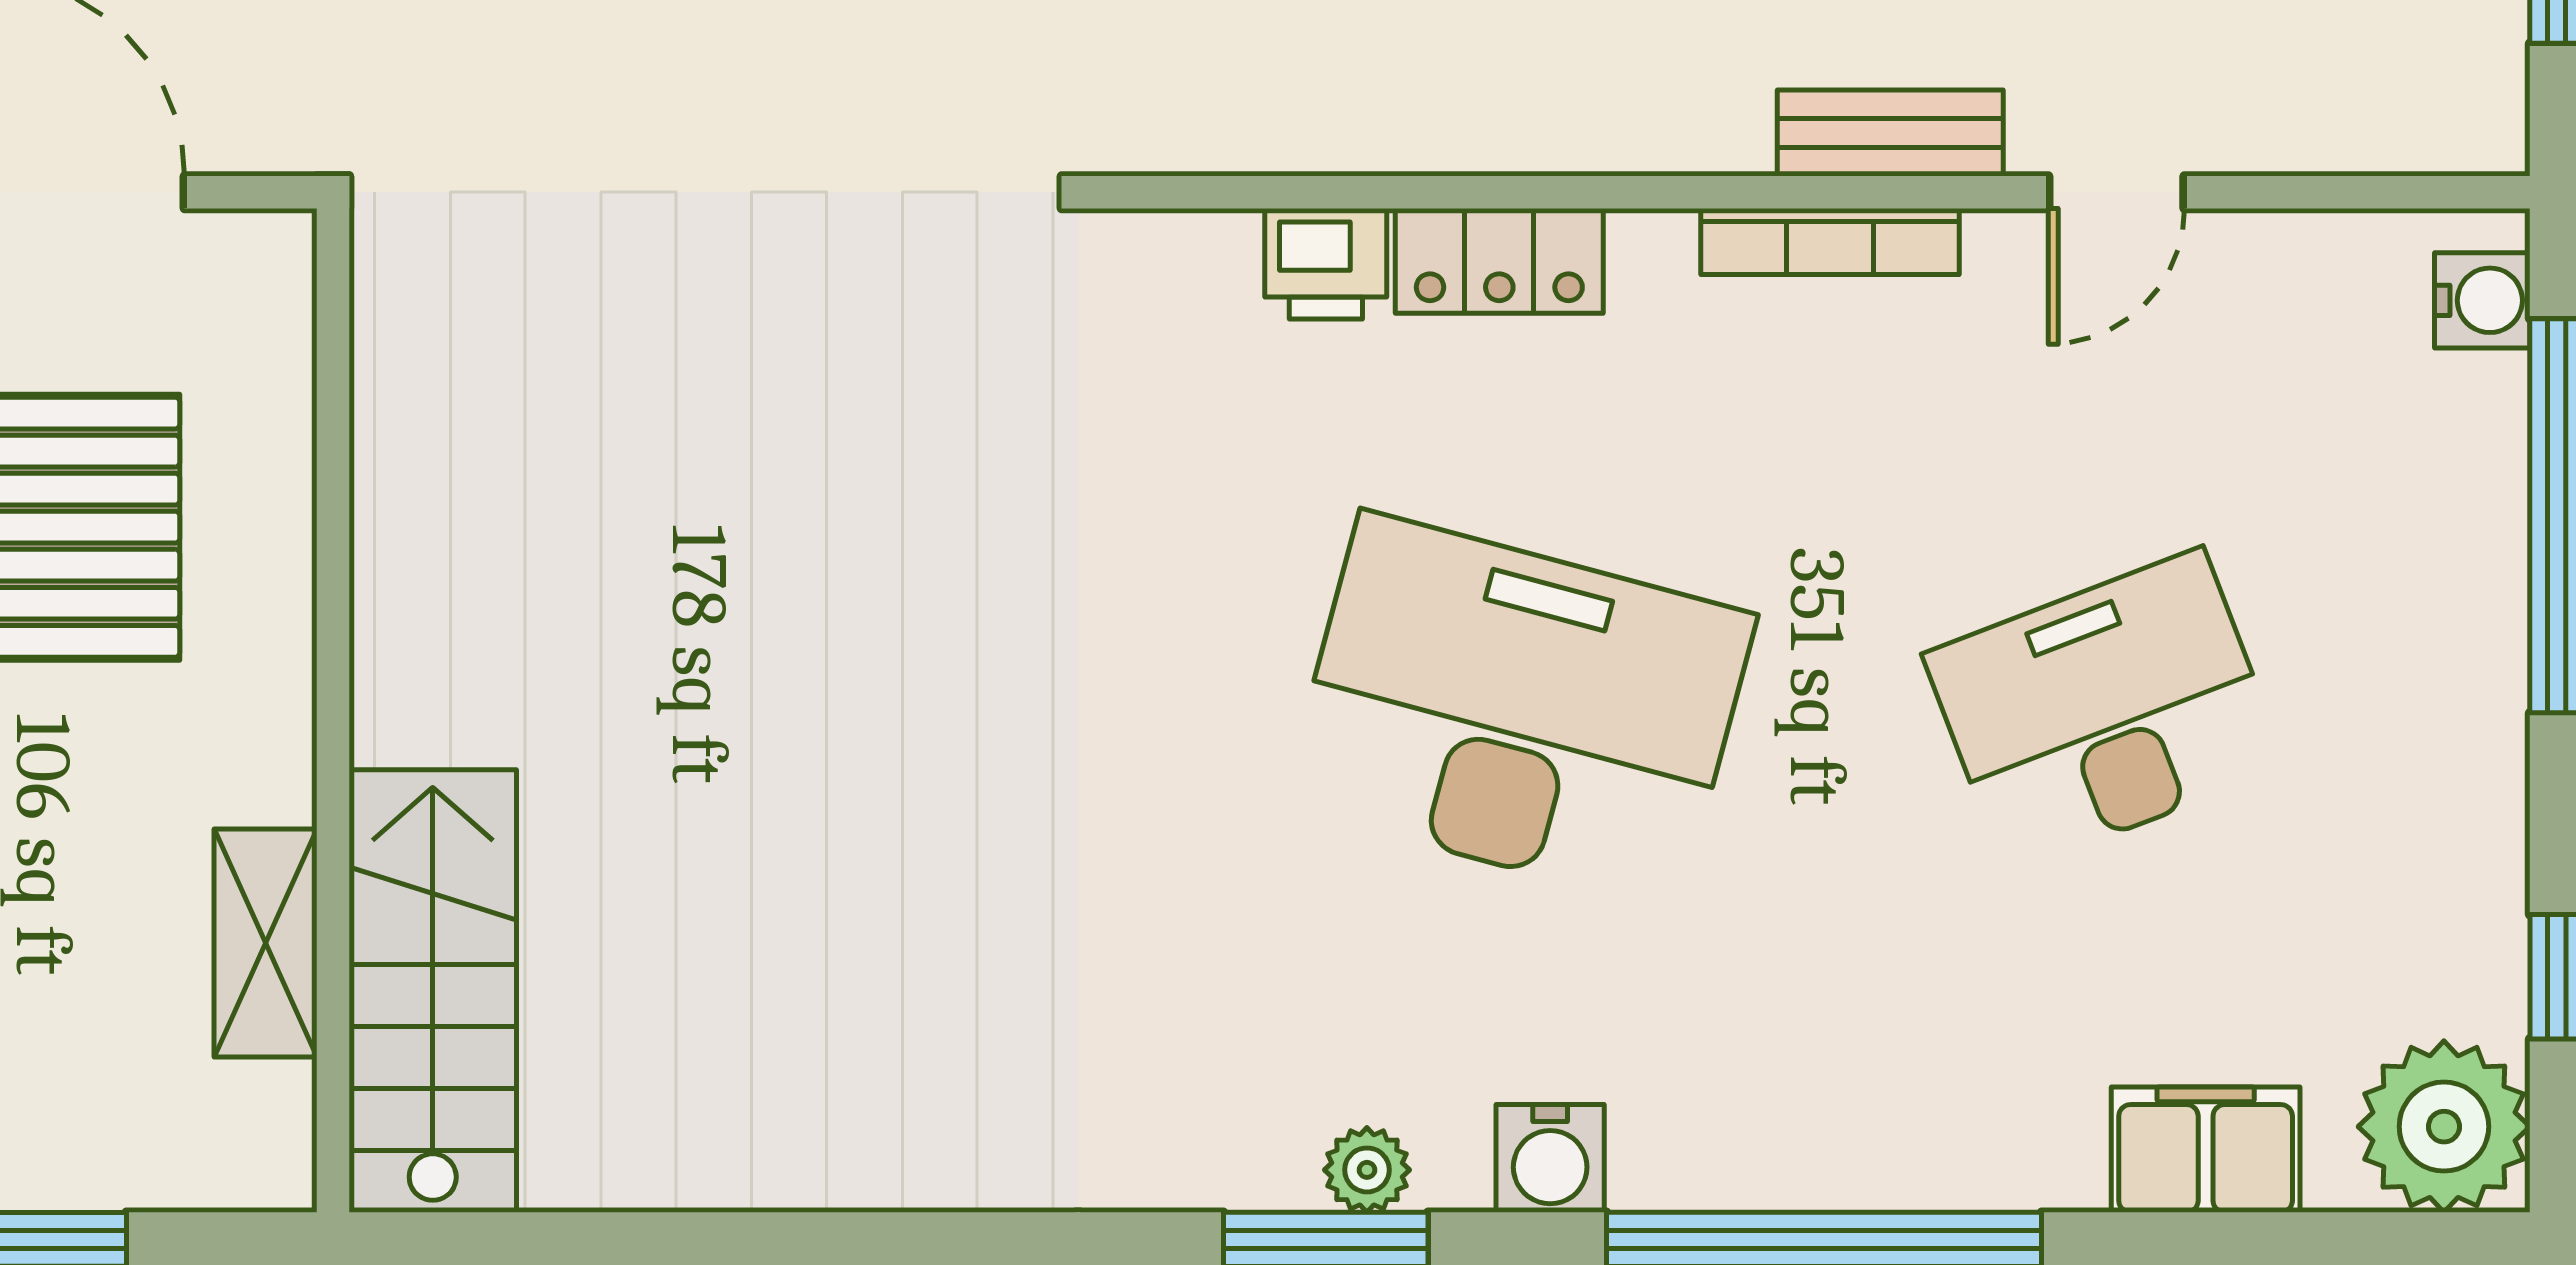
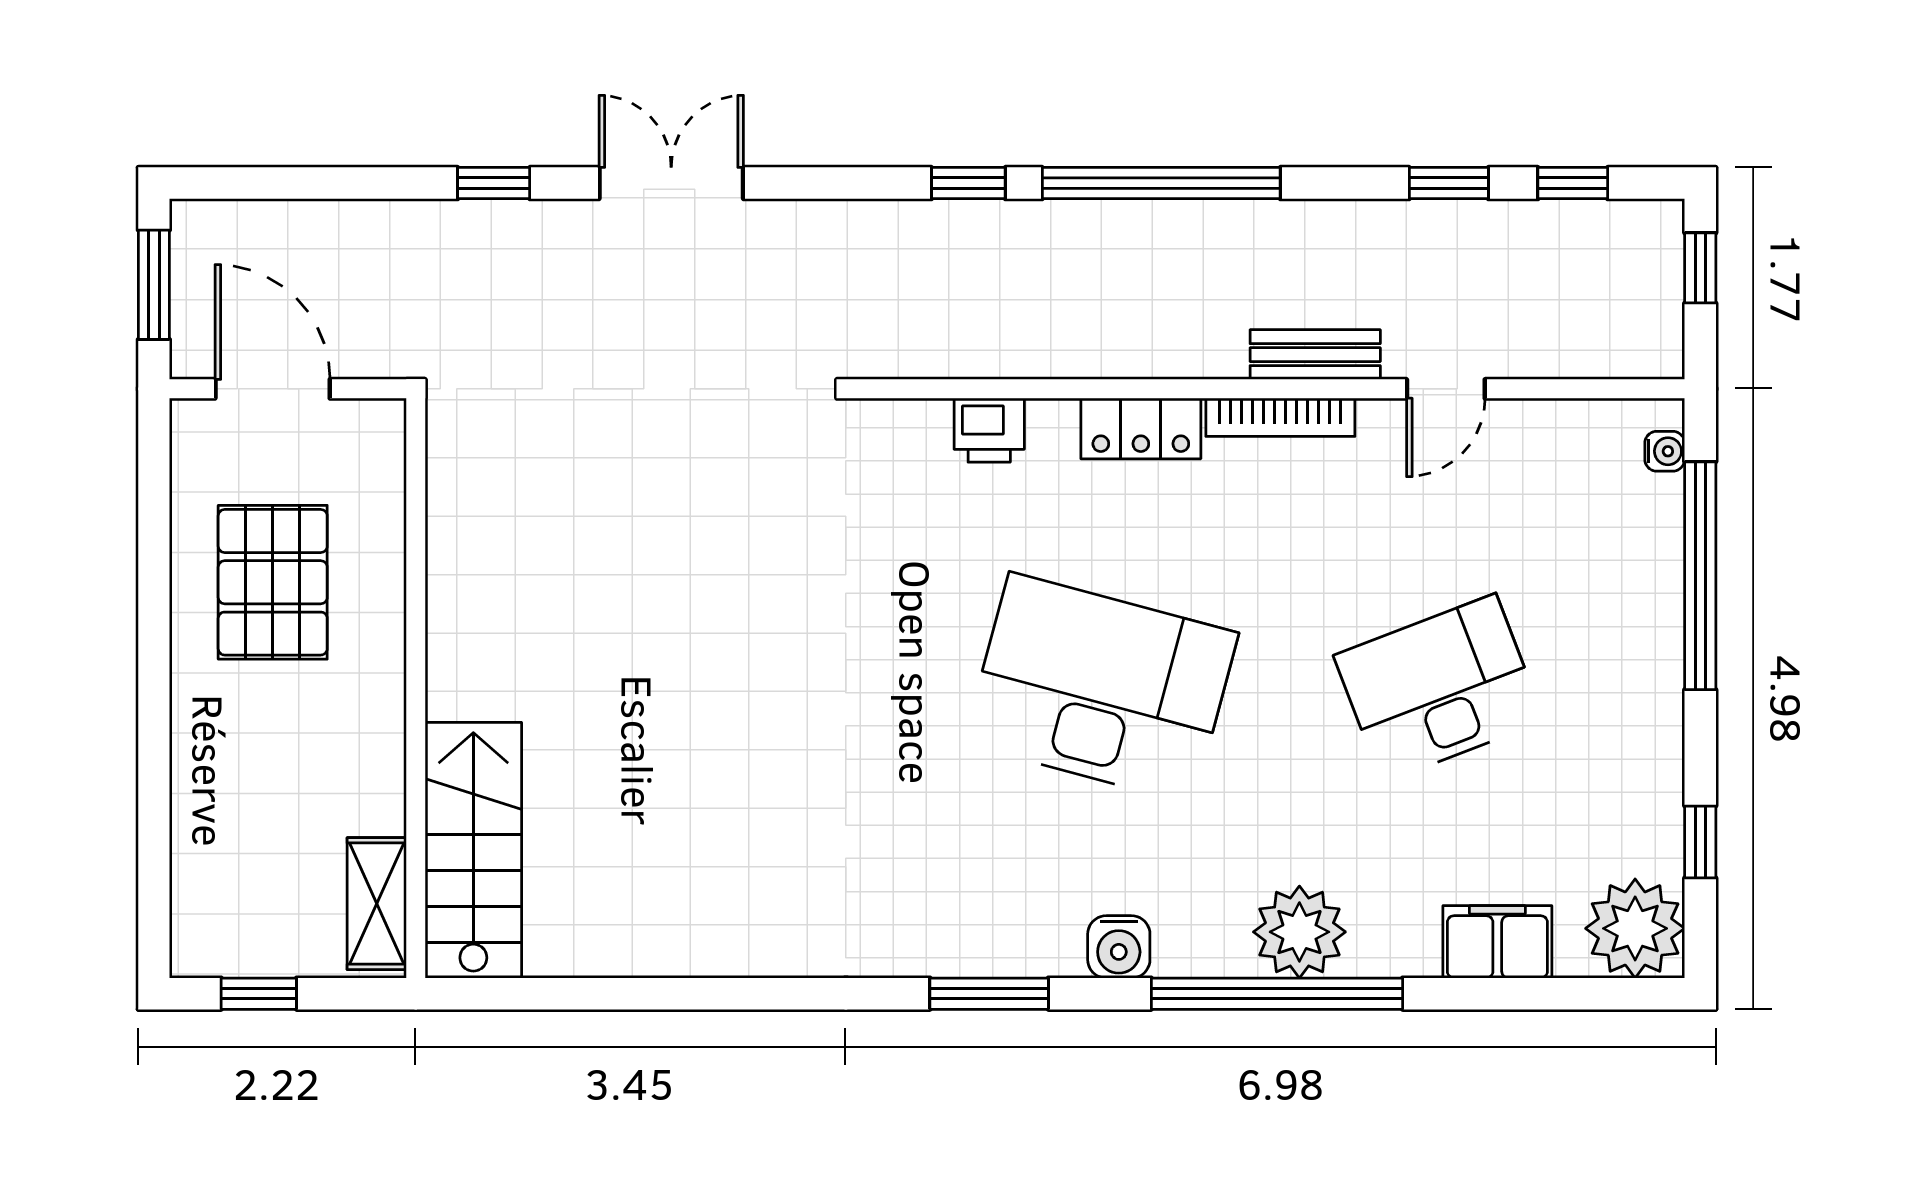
locker: (1499, 261) -> (1141, 429), moved
water cooler: (2482, 300) -> (1665, 451), width x0.72, depth x0.72
shelving: (265, 943) -> (377, 904), moved
plant: (1367, 1170) -> (1299, 932), moved, width x1.88, depth x1.88

